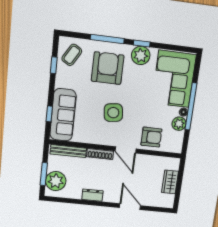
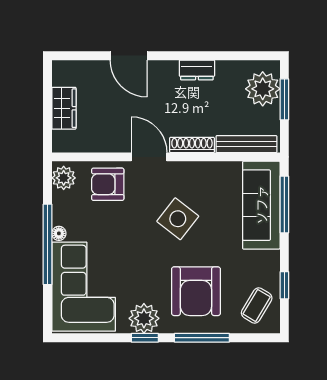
side table: (113, 113) -> (178, 219), turned 45
window: (49, 114) -> (284, 204), width x2.17
plant: (179, 124) -> (64, 178), moved

